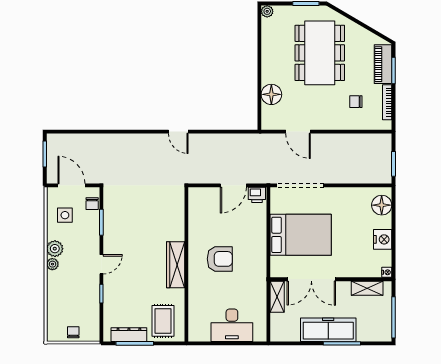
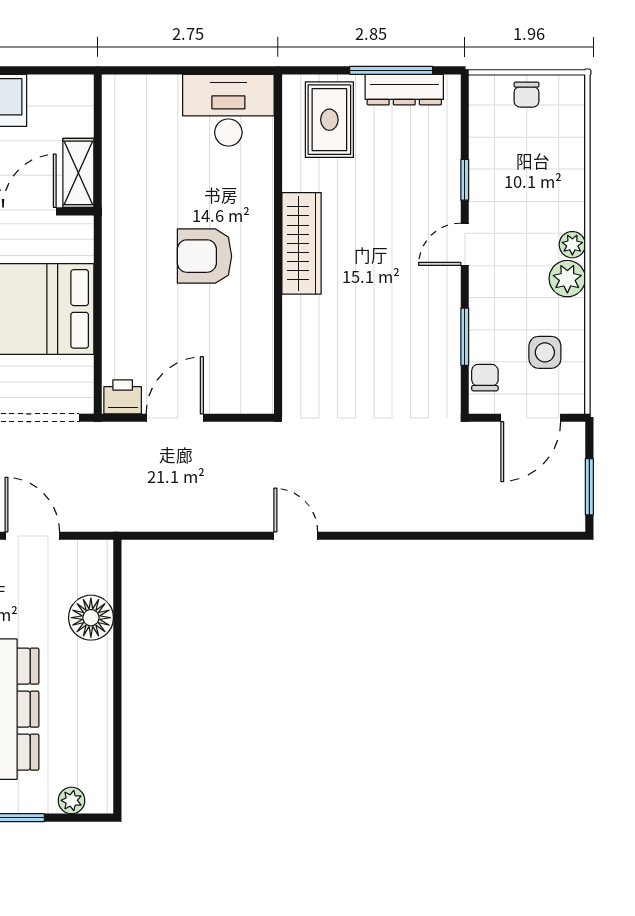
plant: (267, 11) -> (71, 800), moved
door: (71, 185) -> (531, 418), hinge flipped
desk: (232, 325) -> (228, 110), moved

